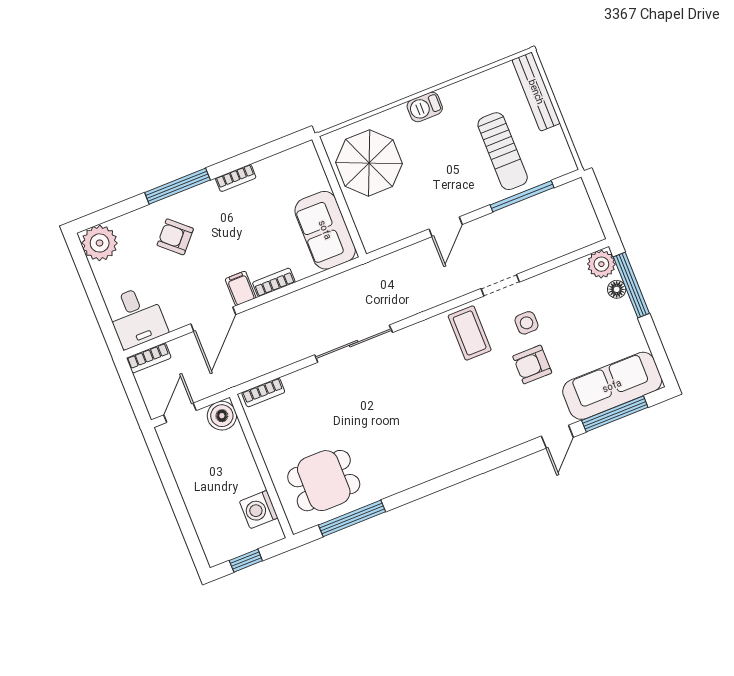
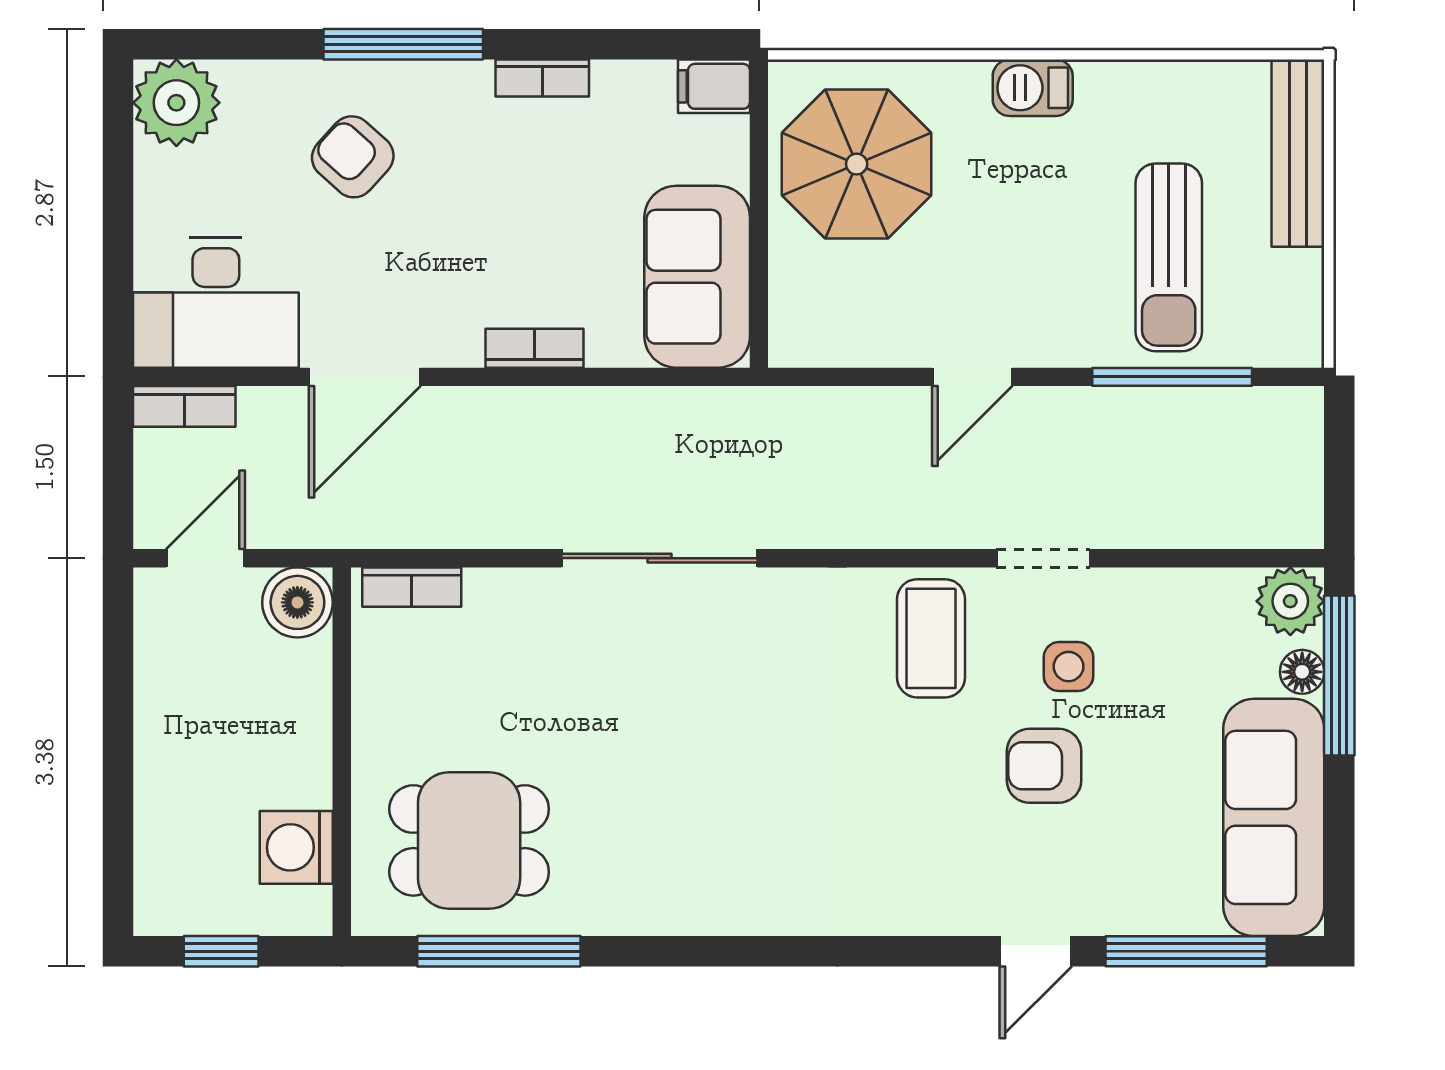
filing cabinet: (241, 288) -> (714, 86), moved, turned -90
desk: (136, 317) -> (216, 303), width x1.37
sofa: (612, 386) -> (1274, 817), moved, turned -90

